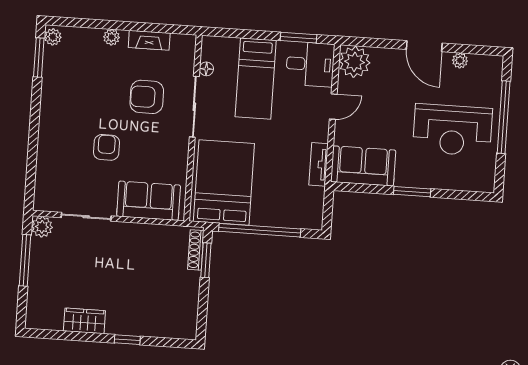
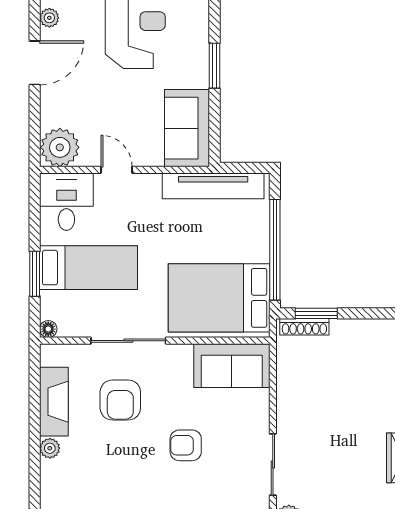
window: (299, 38) -> (35, 274), moved
fireplace: (149, 40) -> (54, 402), width x1.37, depth x1.32
floor lamp: (206, 69) -> (48, 329), moved
tv unit: (319, 164) -> (213, 186), width x1.92, depth x1.29
sofa: (149, 201) -> (232, 366), moved, turned -90

